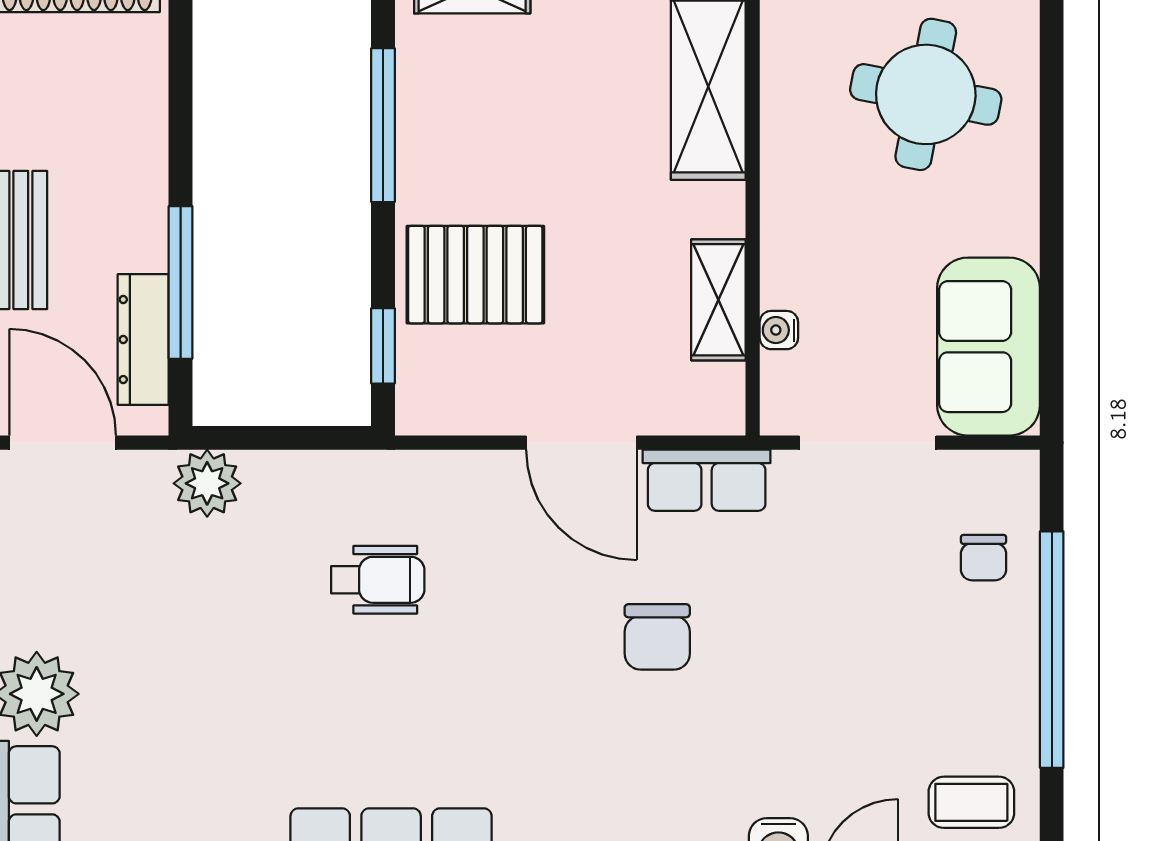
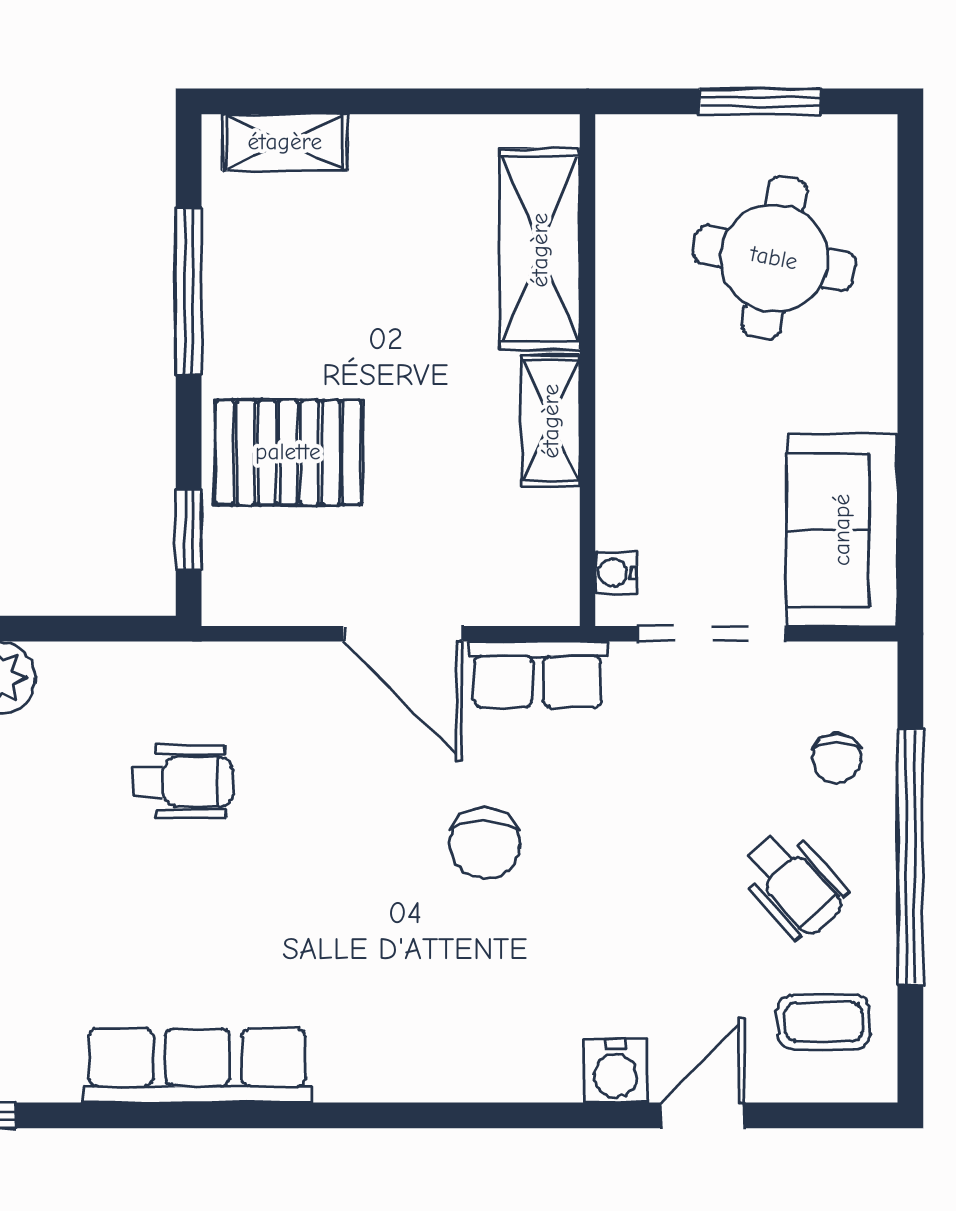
shelving: (718, 300) -> (551, 421), moved
water cooler: (779, 330) -> (616, 573), moved
wheelchair: (944, 675) -> (794, 884), added

